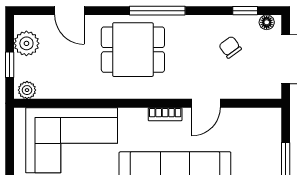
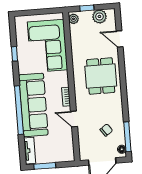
door: (69, 11) -> (120, 39), hinge flipped
window: (157, 11) -> (123, 88), removed
window: (245, 11) -> (127, 137), width x2.17

